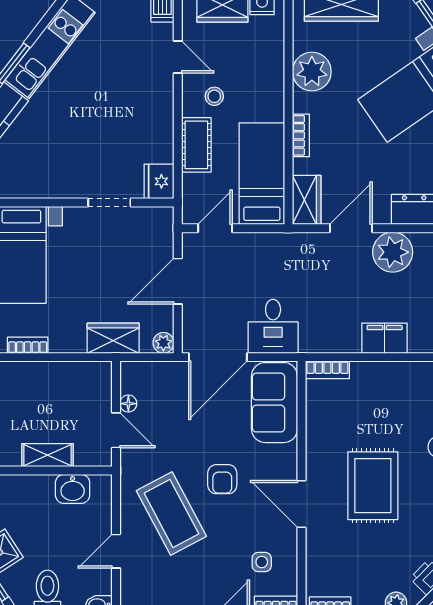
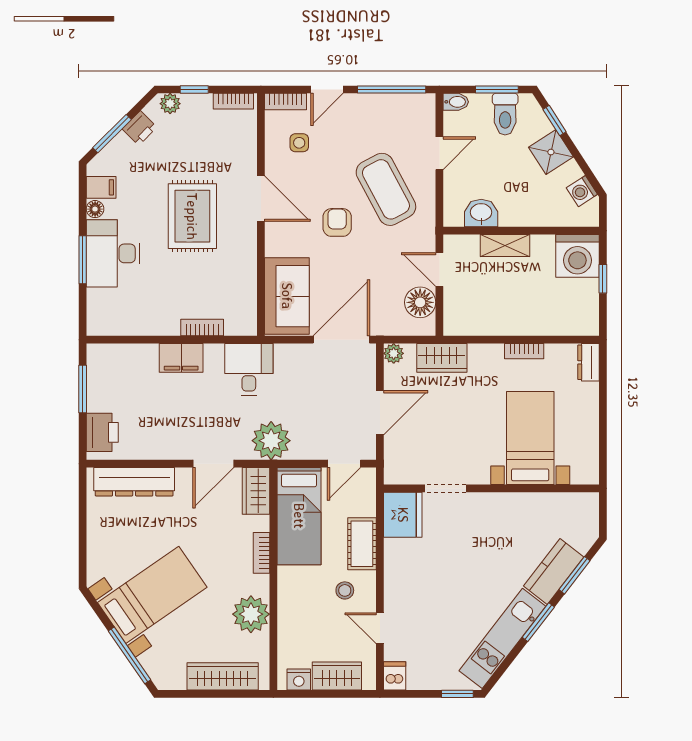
fridge: (159, 181) -> (403, 515), width x1.36, depth x1.34
plant: (393, 252) -> (271, 441), moved
desk: (273, 326) -> (249, 369), moved
bookcase: (327, 370) -> (202, 328), moved
floor lamp: (128, 404) -> (420, 302), width x1.89, depth x1.89

